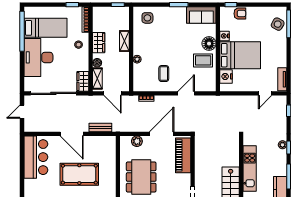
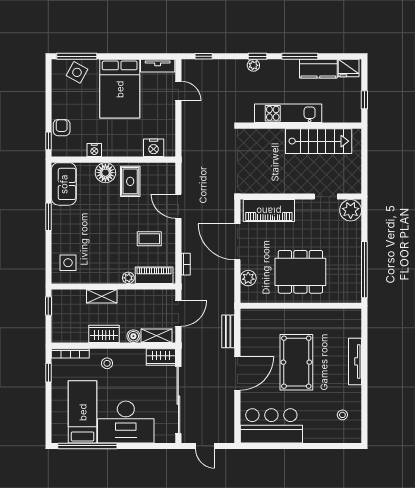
bed: (240, 55) -> (120, 89), moved, turned 180
piano: (139, 77) -> (154, 275), added

